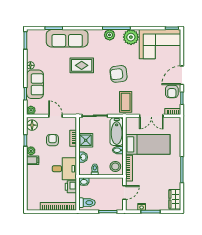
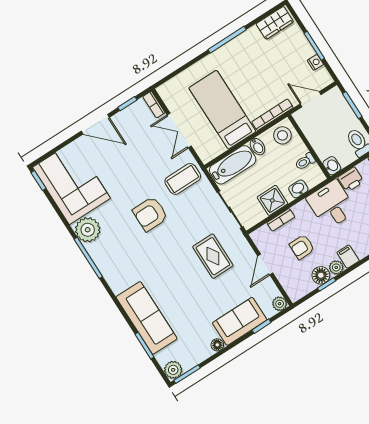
plant: (110, 35) -> (173, 370), moved
rug: (82, 65) -> (213, 256), moved
armchair: (119, 74) -> (150, 214), turned 97
armchair: (172, 92) -> (127, 124), removed
double door: (151, 116) -> (179, 131), swing flipped
floor lamp: (32, 125) -> (321, 275), moved

